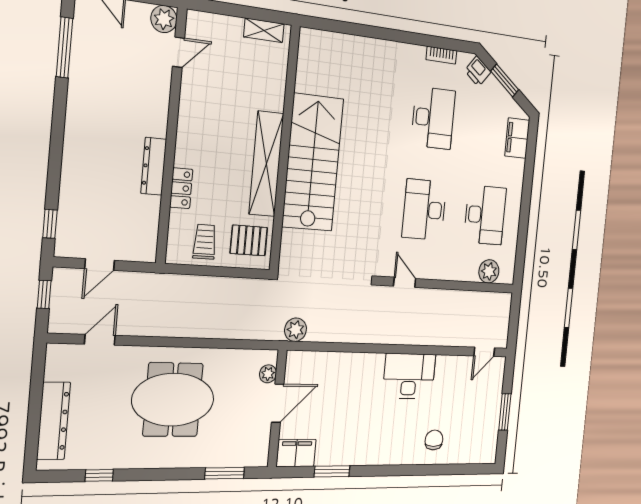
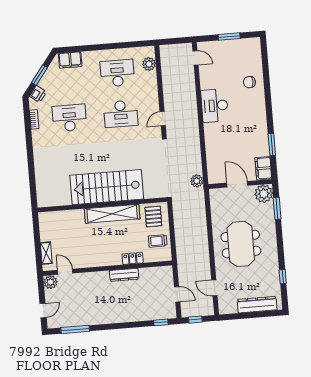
shelving: (264, 30) -> (46, 253), moved
plant: (268, 374) -> (264, 194), moved, width x1.87, depth x1.87

